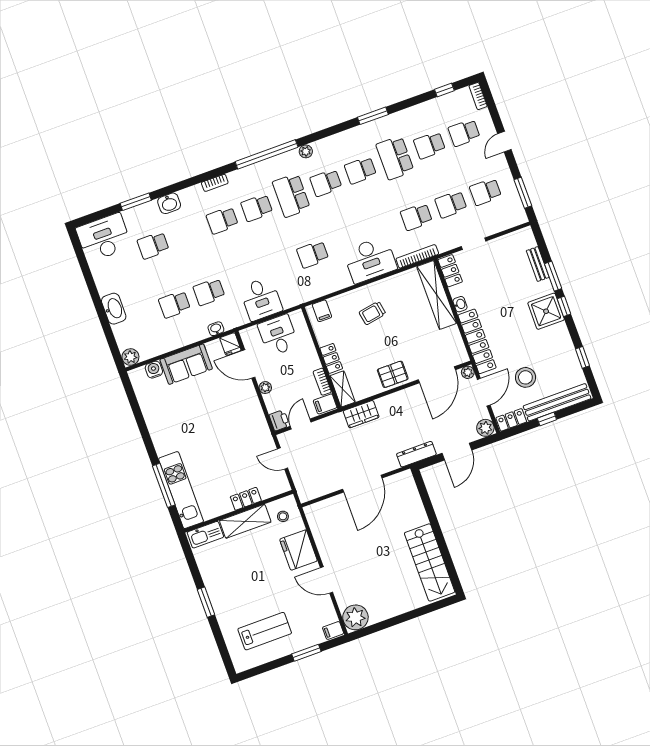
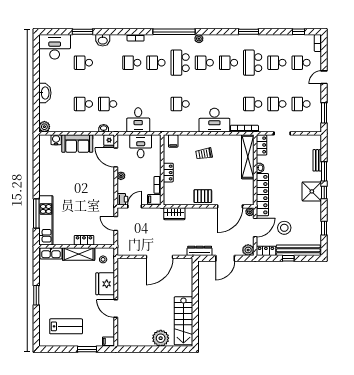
shelving: (342, 389) -> (168, 194), removed
plant: (355, 617) -> (161, 338), moved

